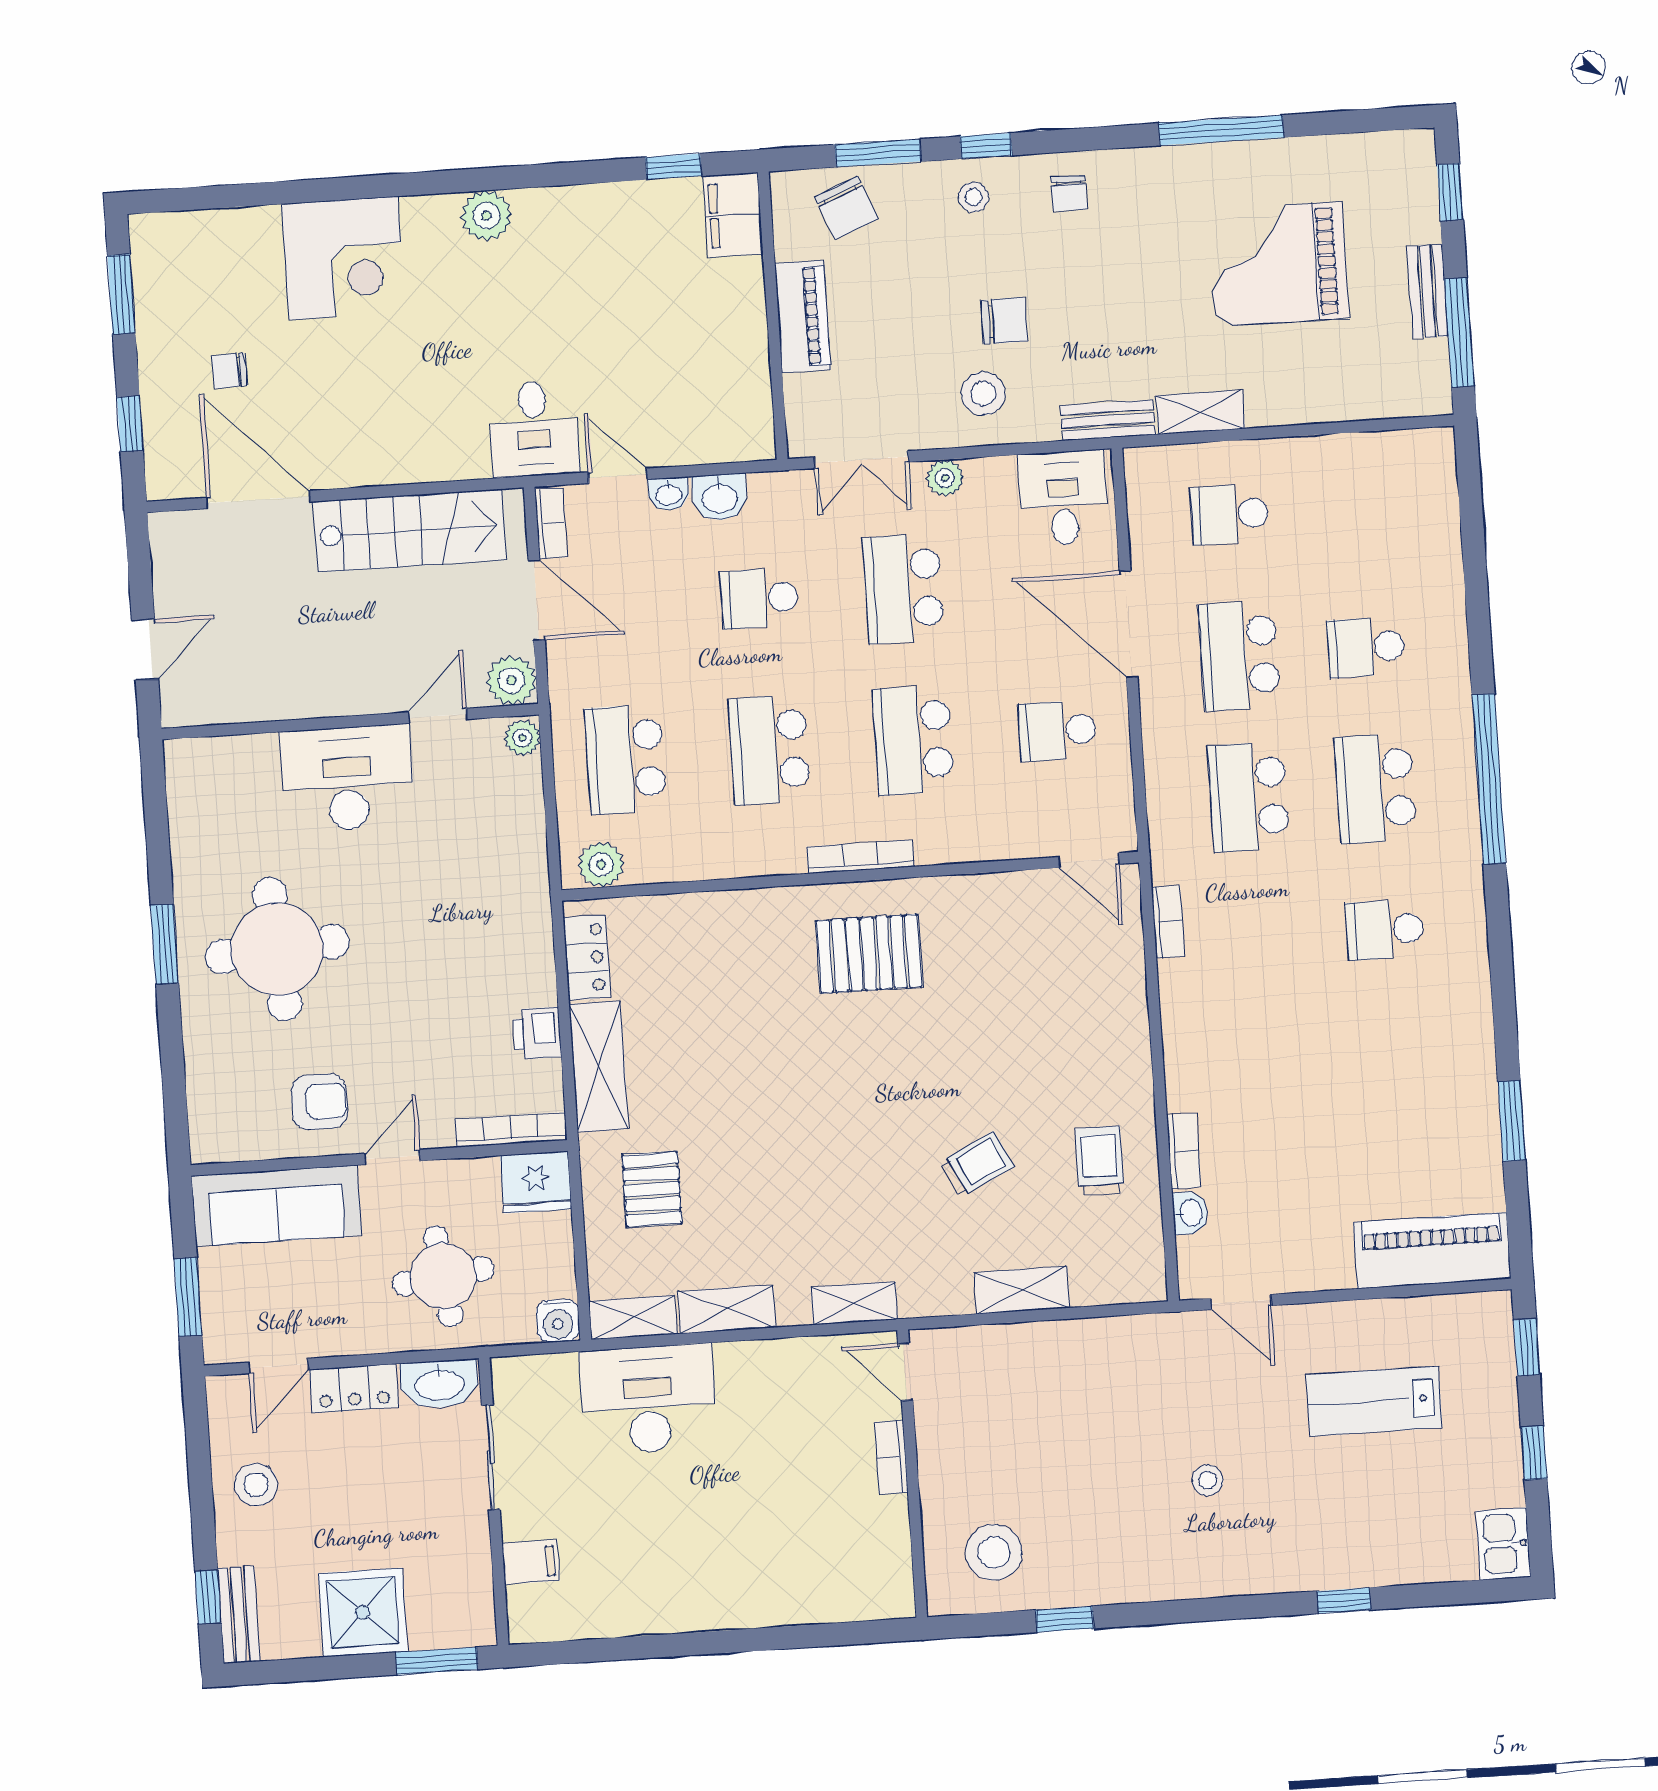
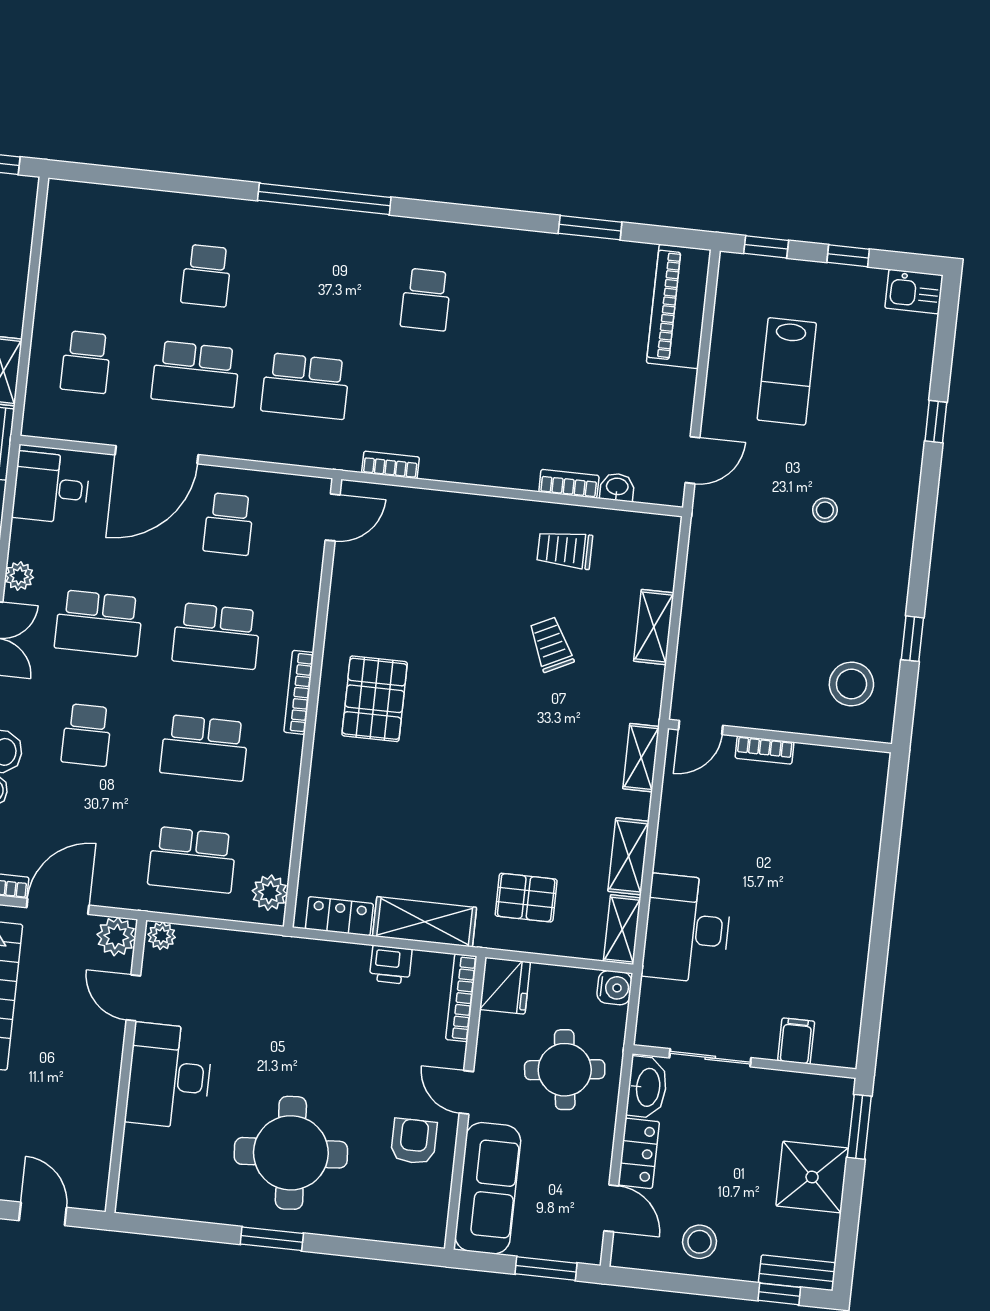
school desk: (1375, 788) -> (316, 288), removed

